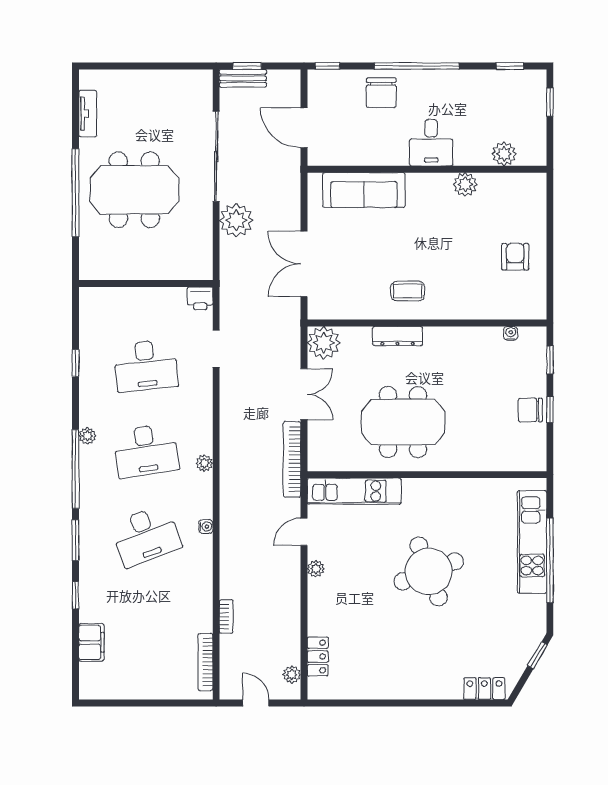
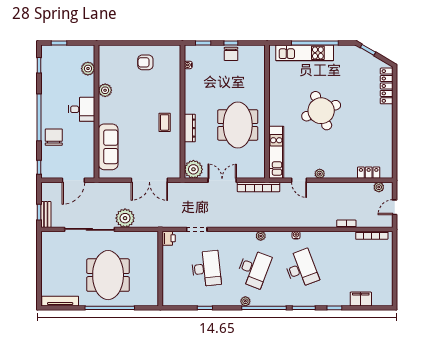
chair: (381, 93) -> (54, 137), turned -90
tv unit: (88, 114) -> (60, 301), width x1.41
desk: (146, 451) -> (254, 269), turned 30
locker: (484, 689) -> (387, 86), width x1.53

